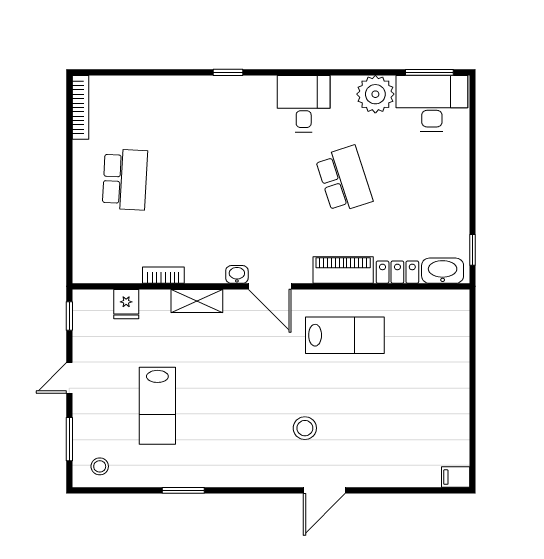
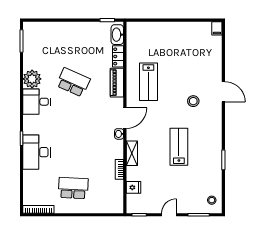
plant: (375, 94) -> (32, 79), moved
desk: (432, 103) -> (37, 152), moved
school desk: (344, 179) -> (73, 82), turned 42
lab bench: (345, 335) -> (148, 82), turned 180
door: (69, 378) -> (169, 215), swing flipped
lab bench: (157, 406) -> (179, 147), moved, turned -90

